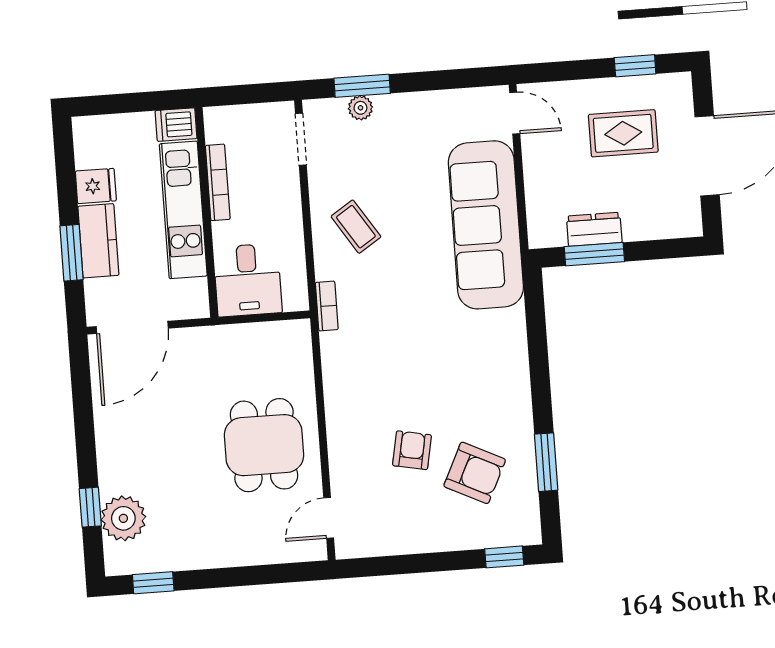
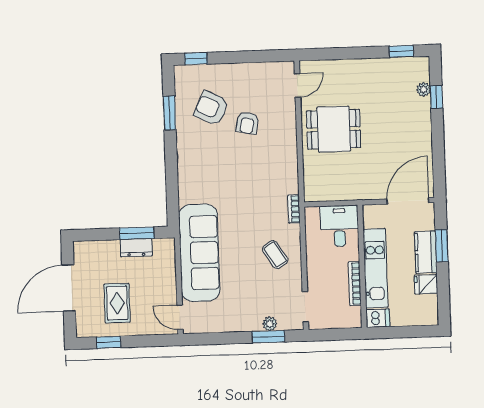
rug: (623, 133) -> (117, 303), turned 90
dining table: (264, 445) -> (334, 129), turned 90
plant: (123, 518) -> (423, 89), width x0.53, depth x0.53

